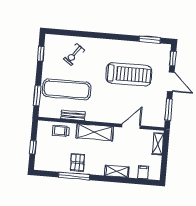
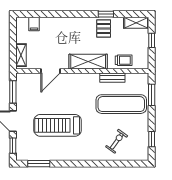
shelving: (117, 171) -> (136, 23), moved
window: (74, 176) -> (106, 14), width x0.46

